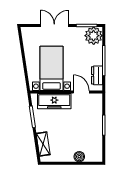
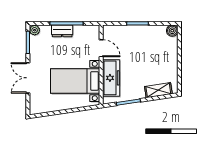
plant: (94, 36) -> (35, 30), width x0.53, depth x0.53
dresser: (97, 75) -> (62, 31), moved
door: (81, 92) -> (101, 48), swing flipped
boiler: (79, 157) -> (172, 31), moved

